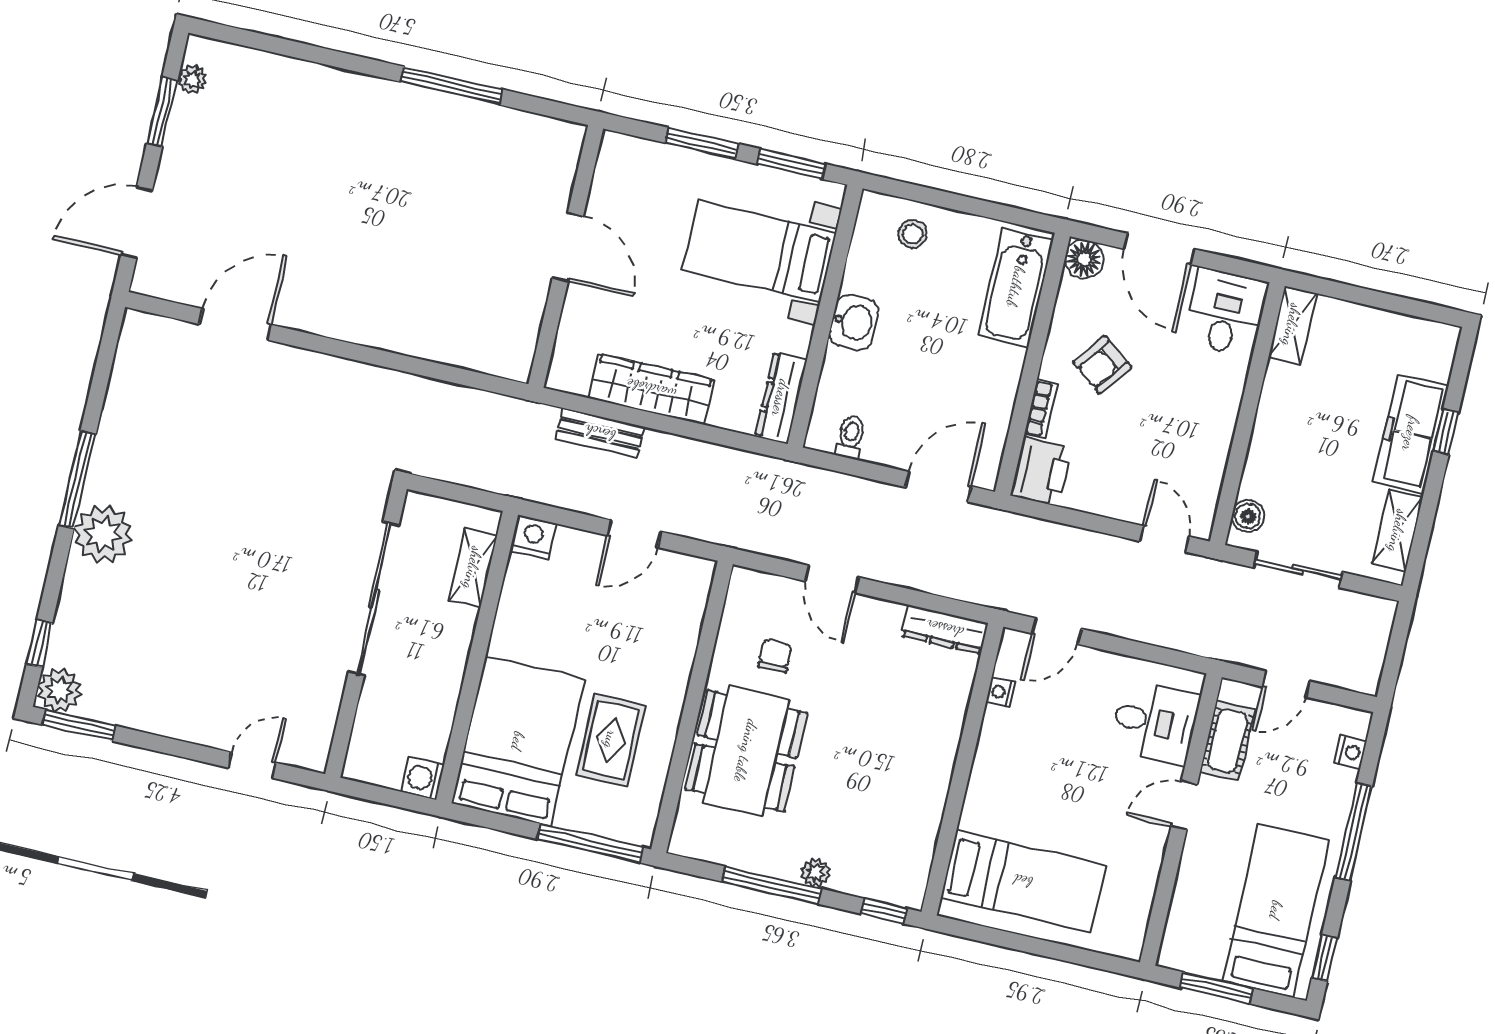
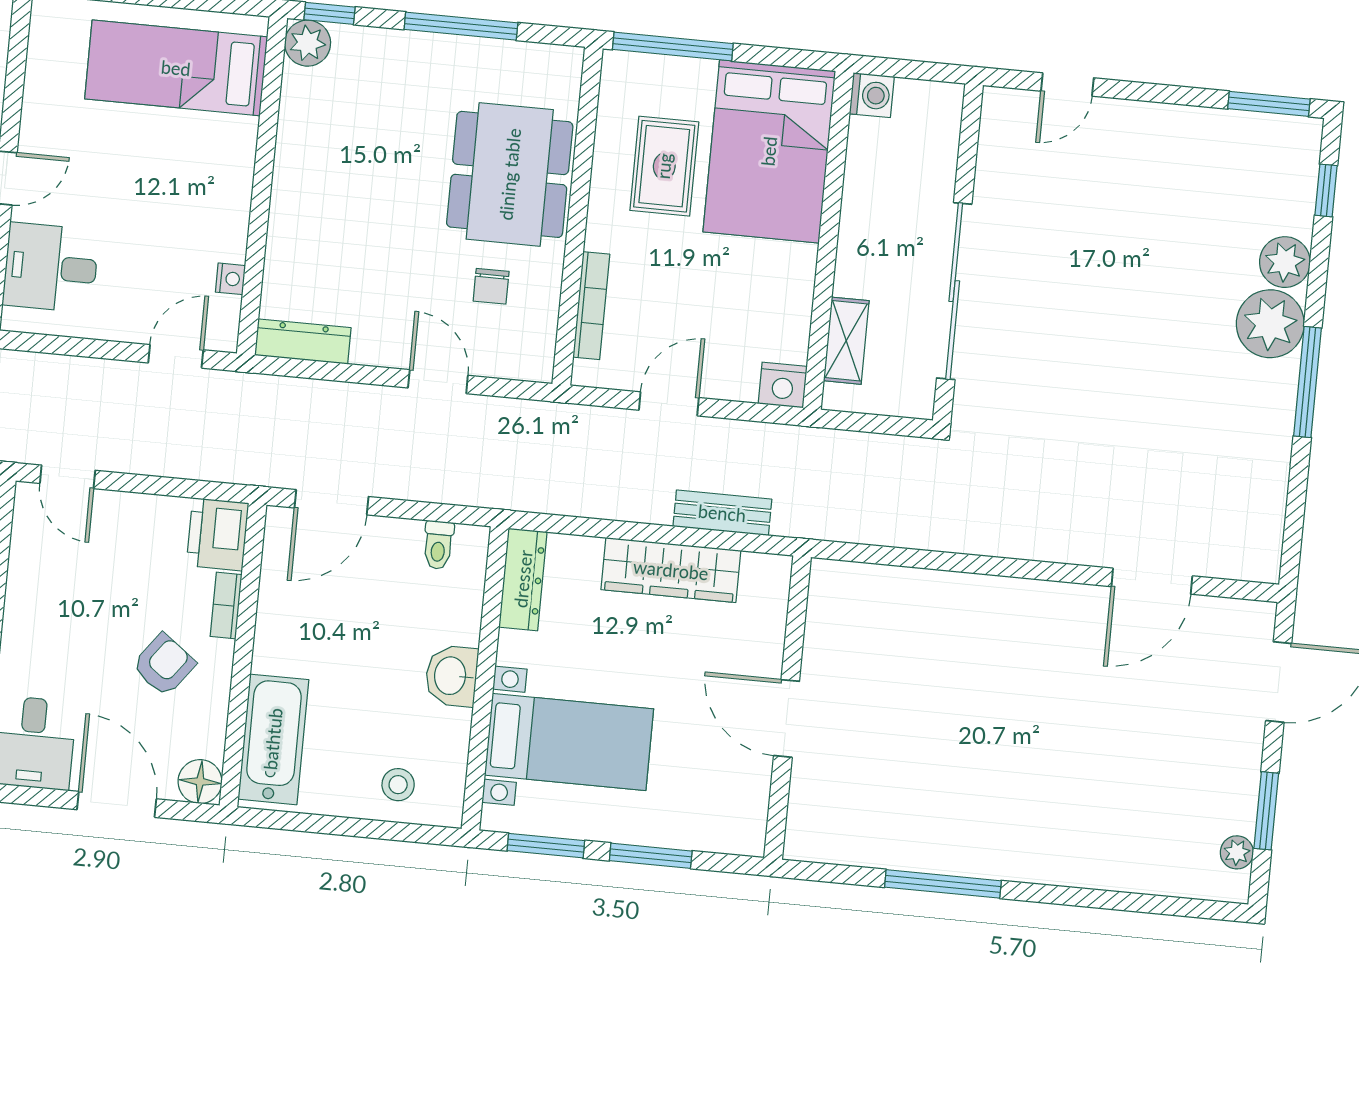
bookcase: (690, 628) -> (591, 306), added
plant: (59, 690) -> (1285, 262), moved
plant: (816, 872) -> (308, 43), moved, width x1.38, depth x1.38

